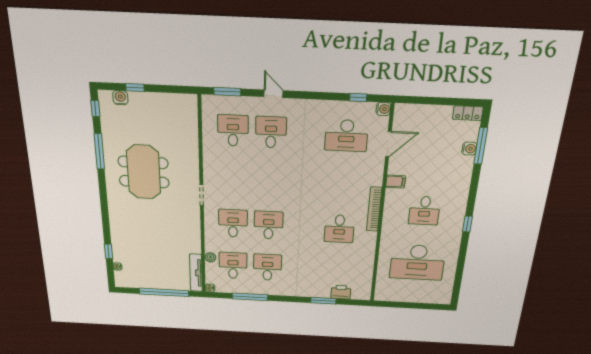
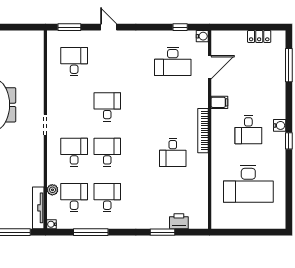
locker: (468, 113) -> (259, 36), moved
desk: (271, 132) -> (107, 107), moved
water cooler: (469, 149) -> (280, 125), moved

